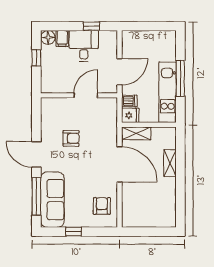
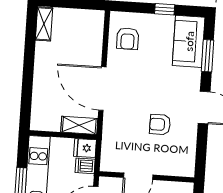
shelving: (170, 163) -> (44, 24), moved
window: (36, 196) -> (207, 56), width x0.69
sofa: (52, 200) -> (189, 41), width x0.73

